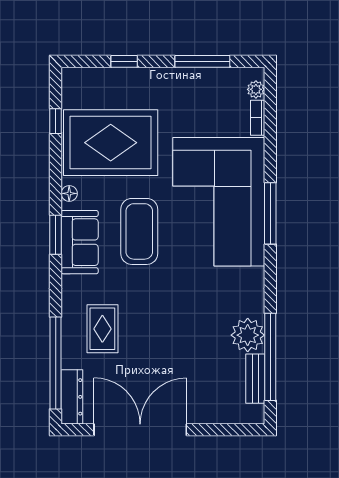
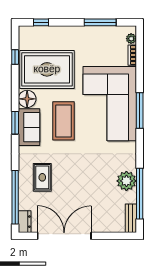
window: (124, 61) -> (41, 22), moved
floor lamp: (69, 193) -> (27, 99), width x1.89, depth x1.89
bench: (255, 379) -> (131, 218), moved
dresser: (72, 397) -> (25, 222), width x0.70

